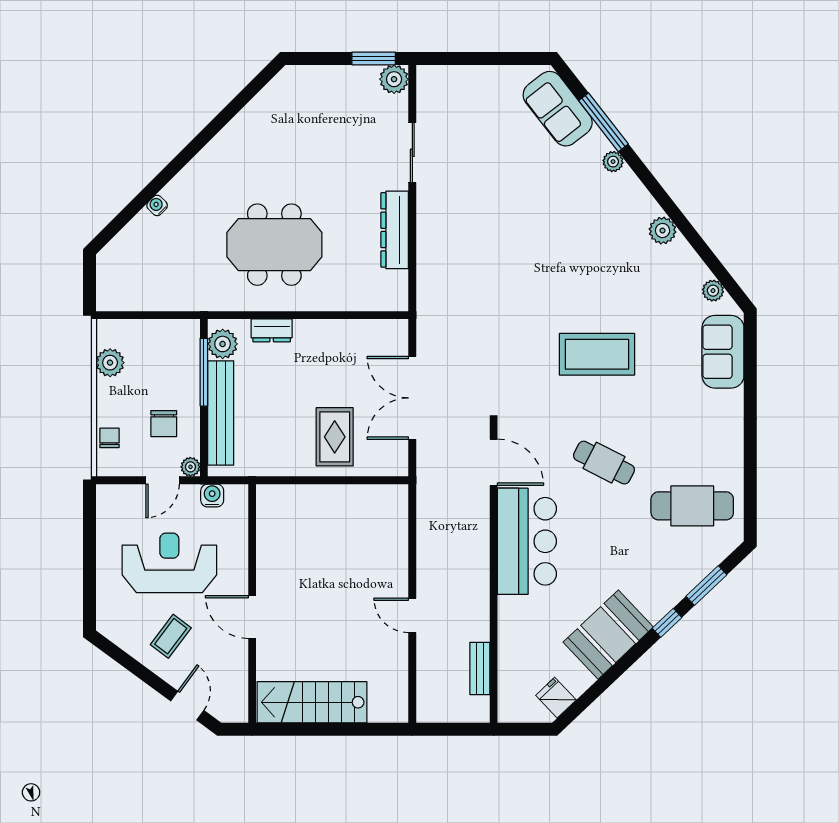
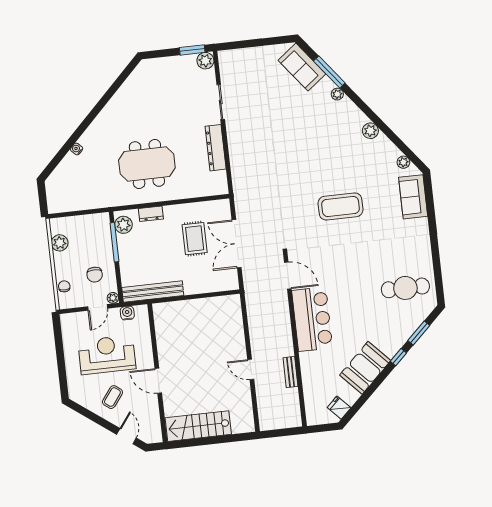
bench: (221, 413) -> (153, 291), moved, turned 90
rug: (335, 437) -> (195, 239), moved
cafe table: (604, 463) -> (352, 269), removed
bench: (480, 668) -> (291, 372), moved

